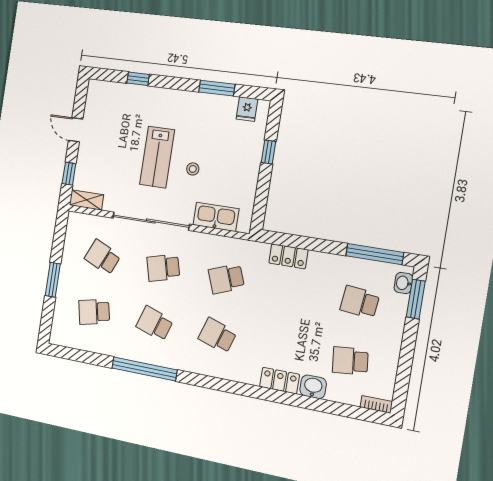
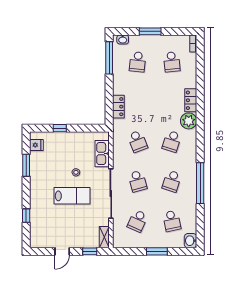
window: (416, 299) -> (150, 31), moved
plant: (246, 370) -> (189, 121), added
washbasin: (313, 387) -> (191, 241), moved

